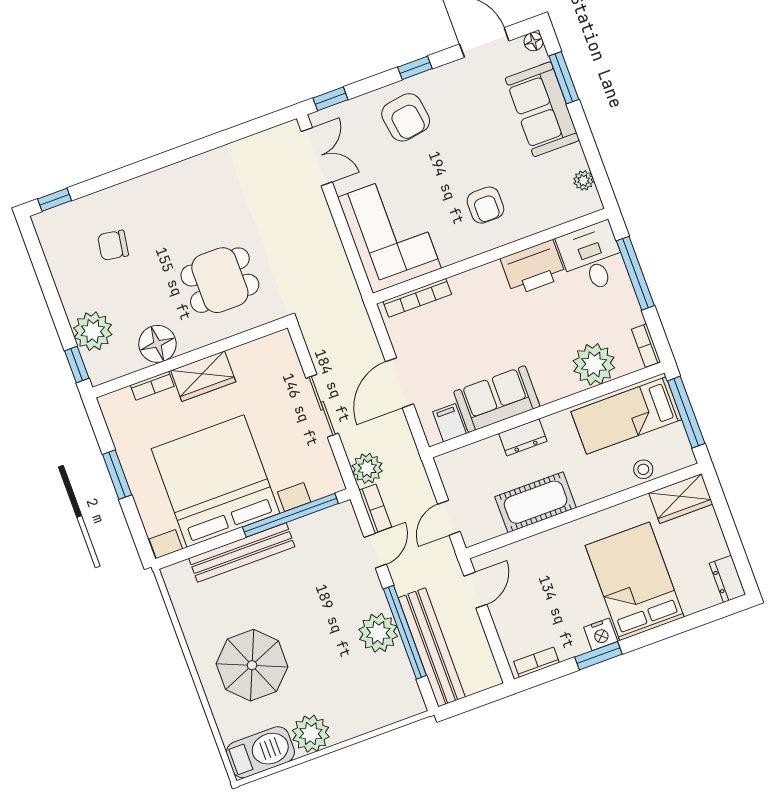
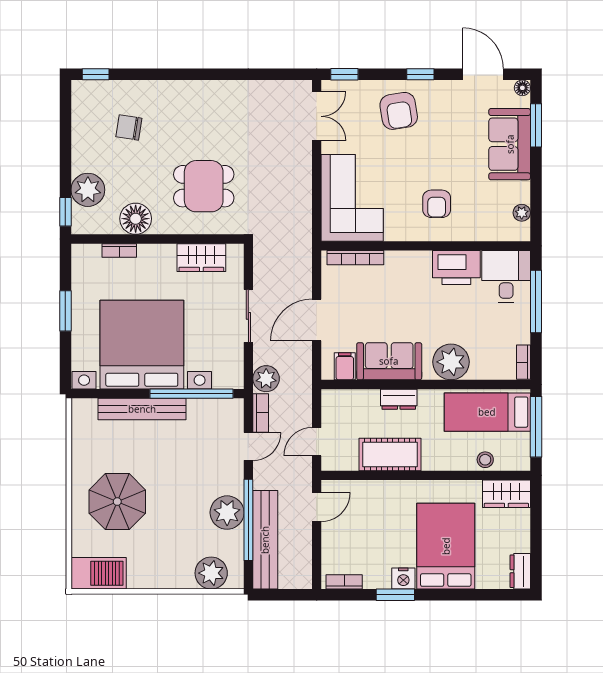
plant: (594, 364) -> (451, 362), moved
wardrobe: (203, 376) -> (201, 258), moved
plant: (311, 734) -> (211, 573), moved

